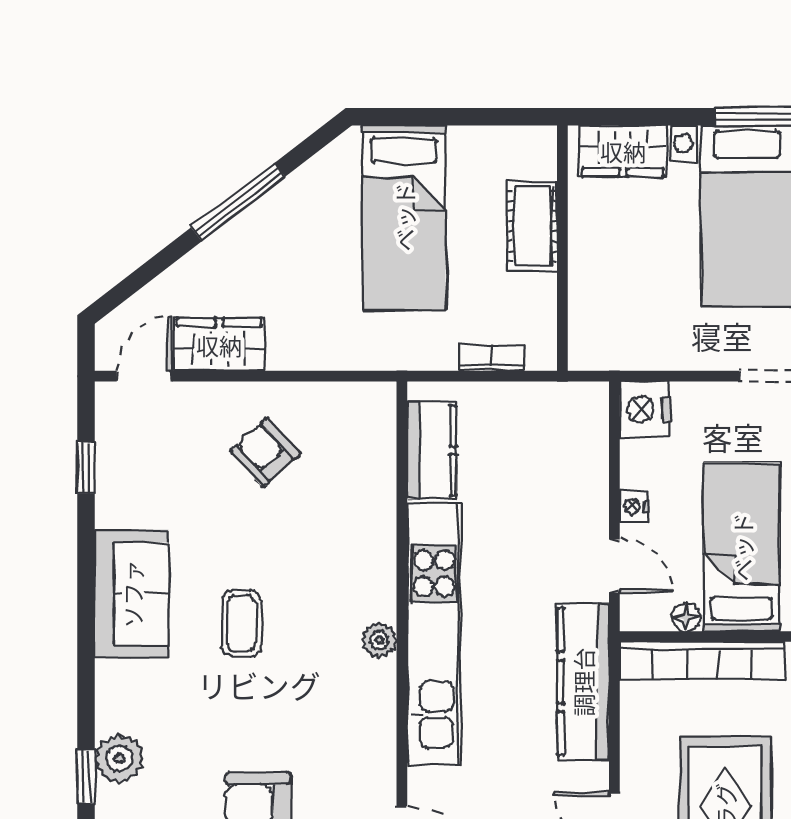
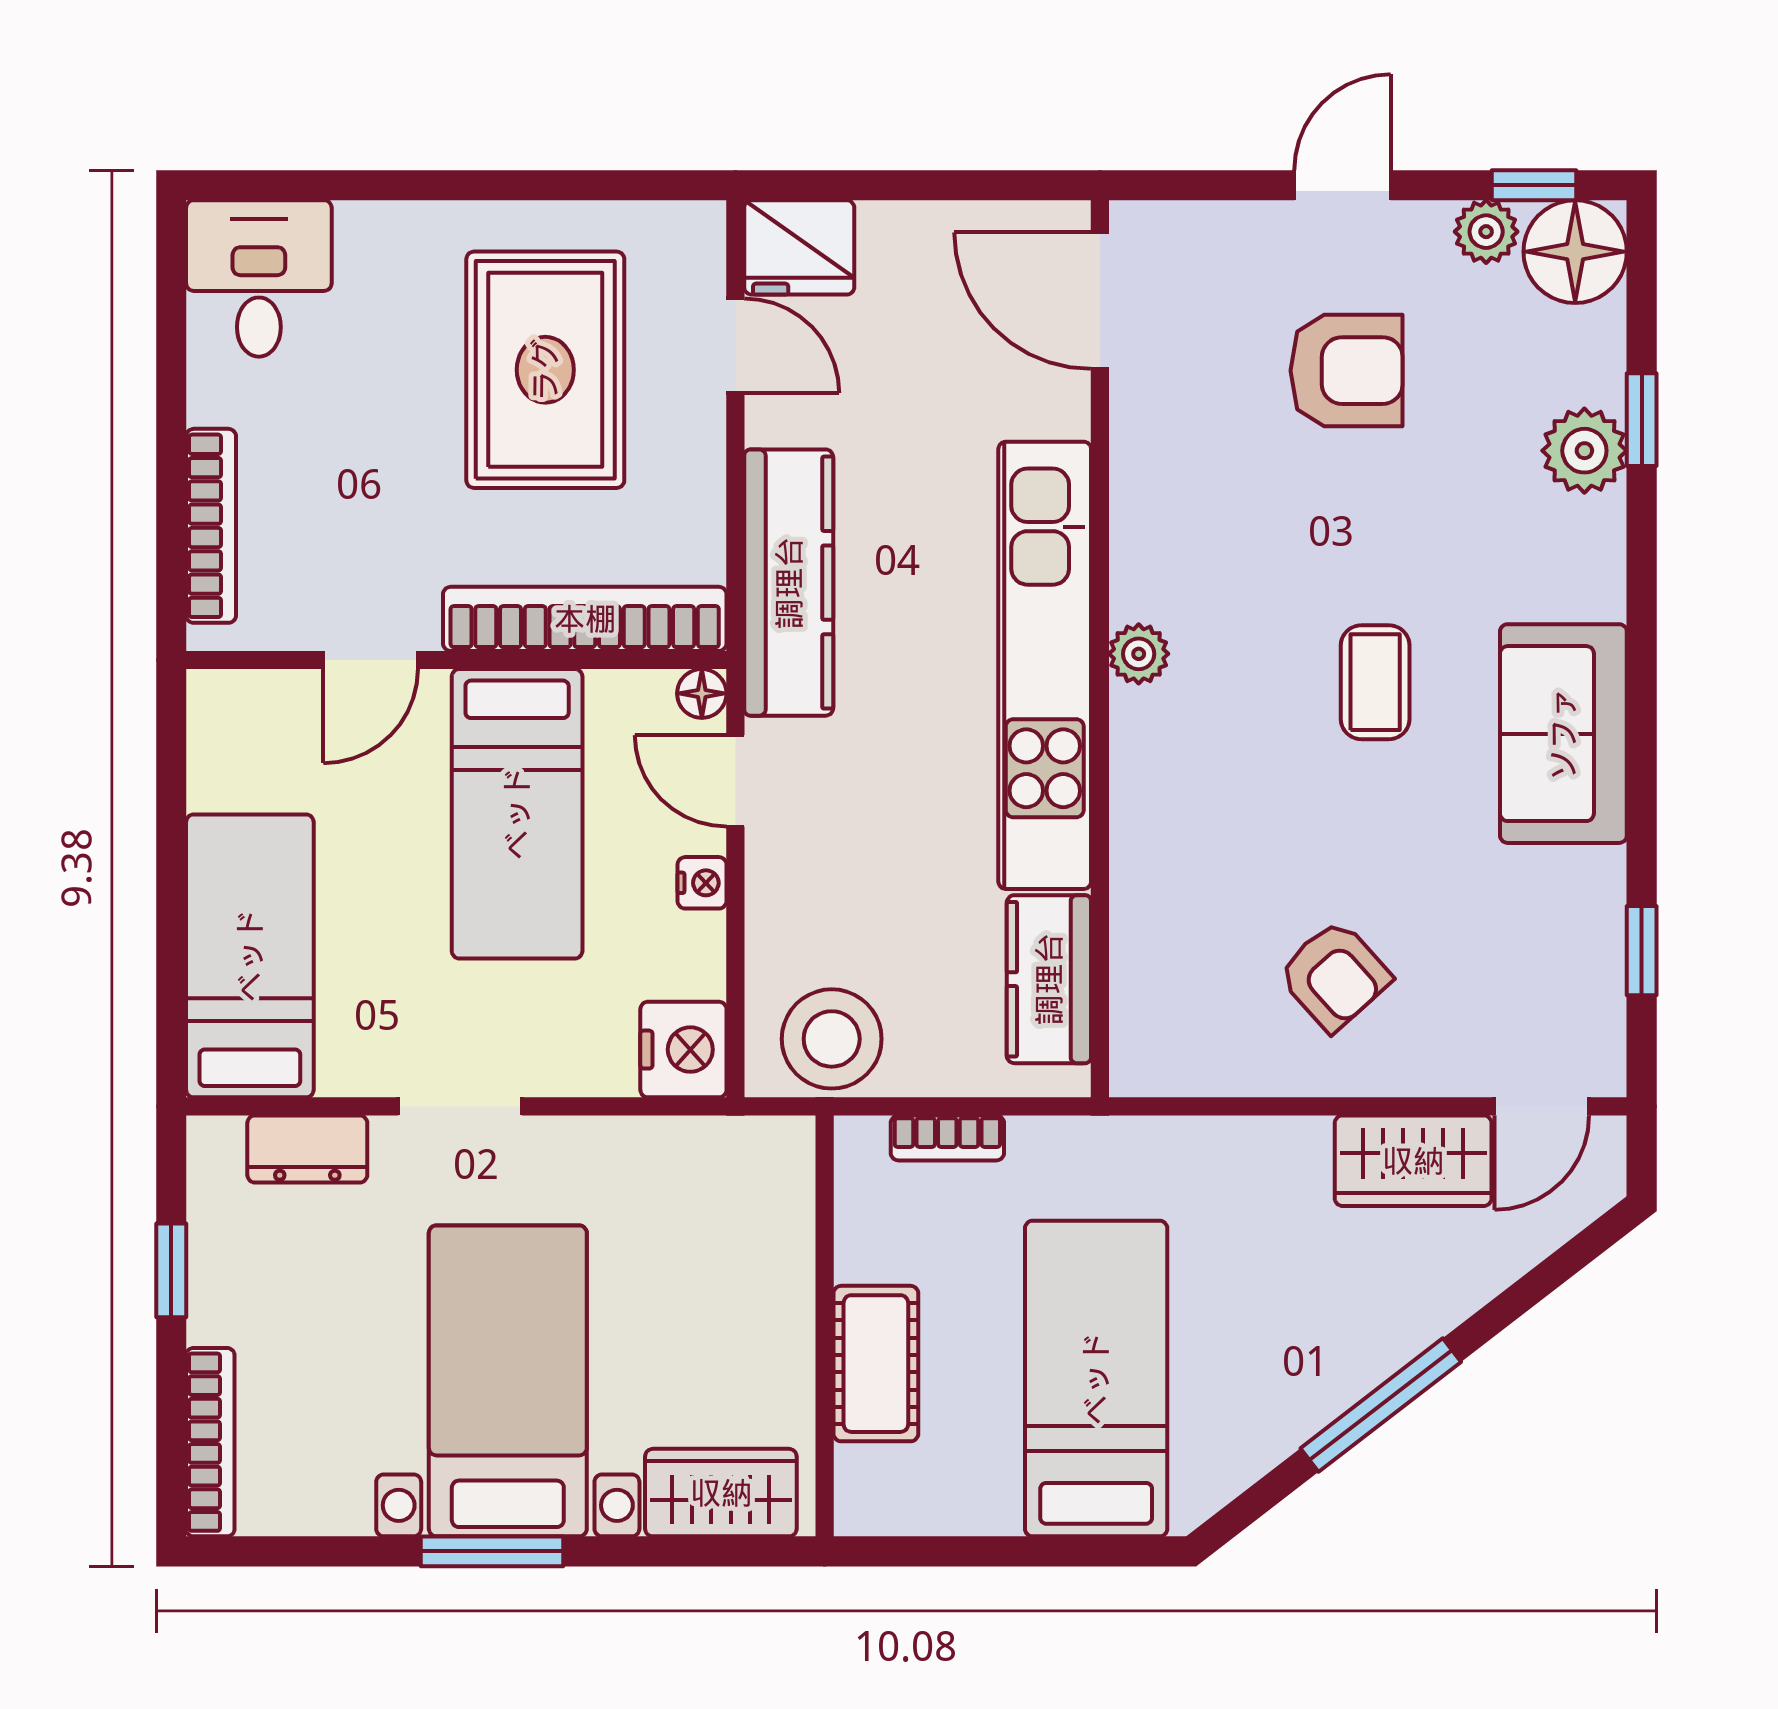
stool: (558, 416) -> (832, 1039), added
floor lamp: (686, 617) -> (702, 693), moved

